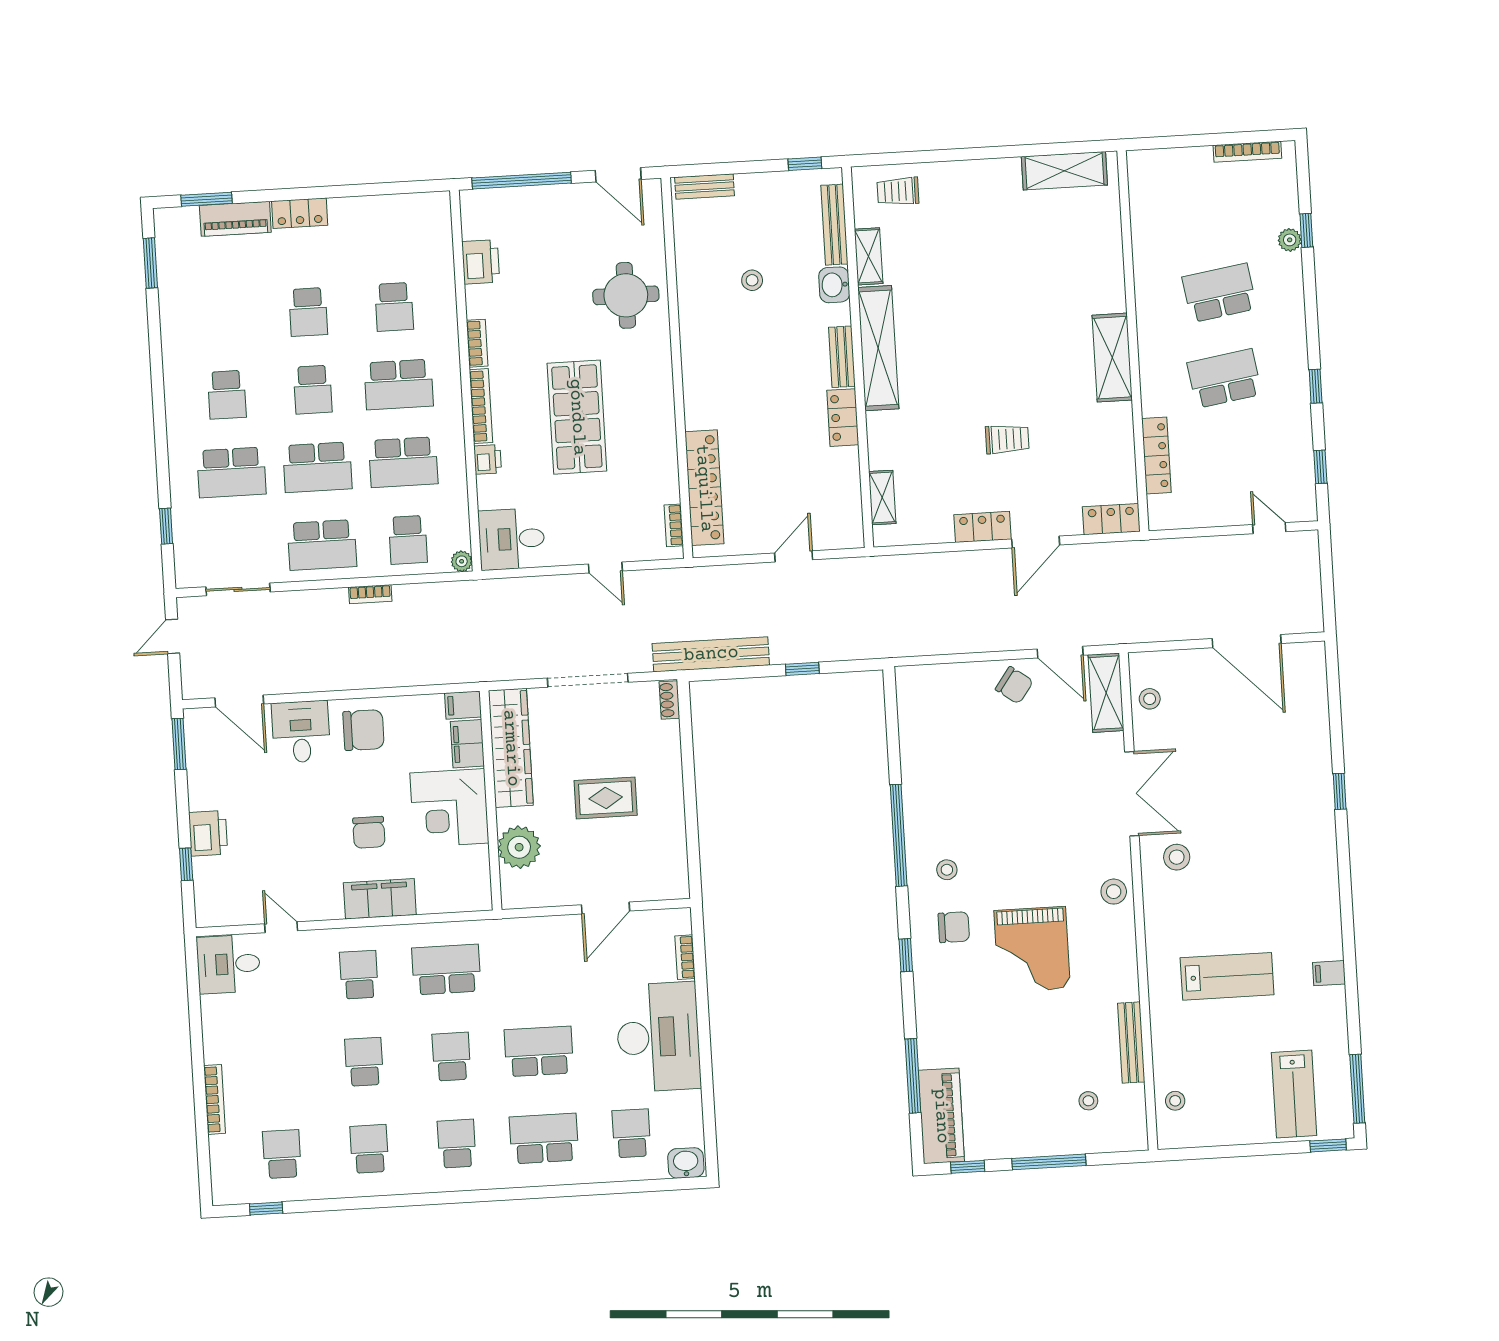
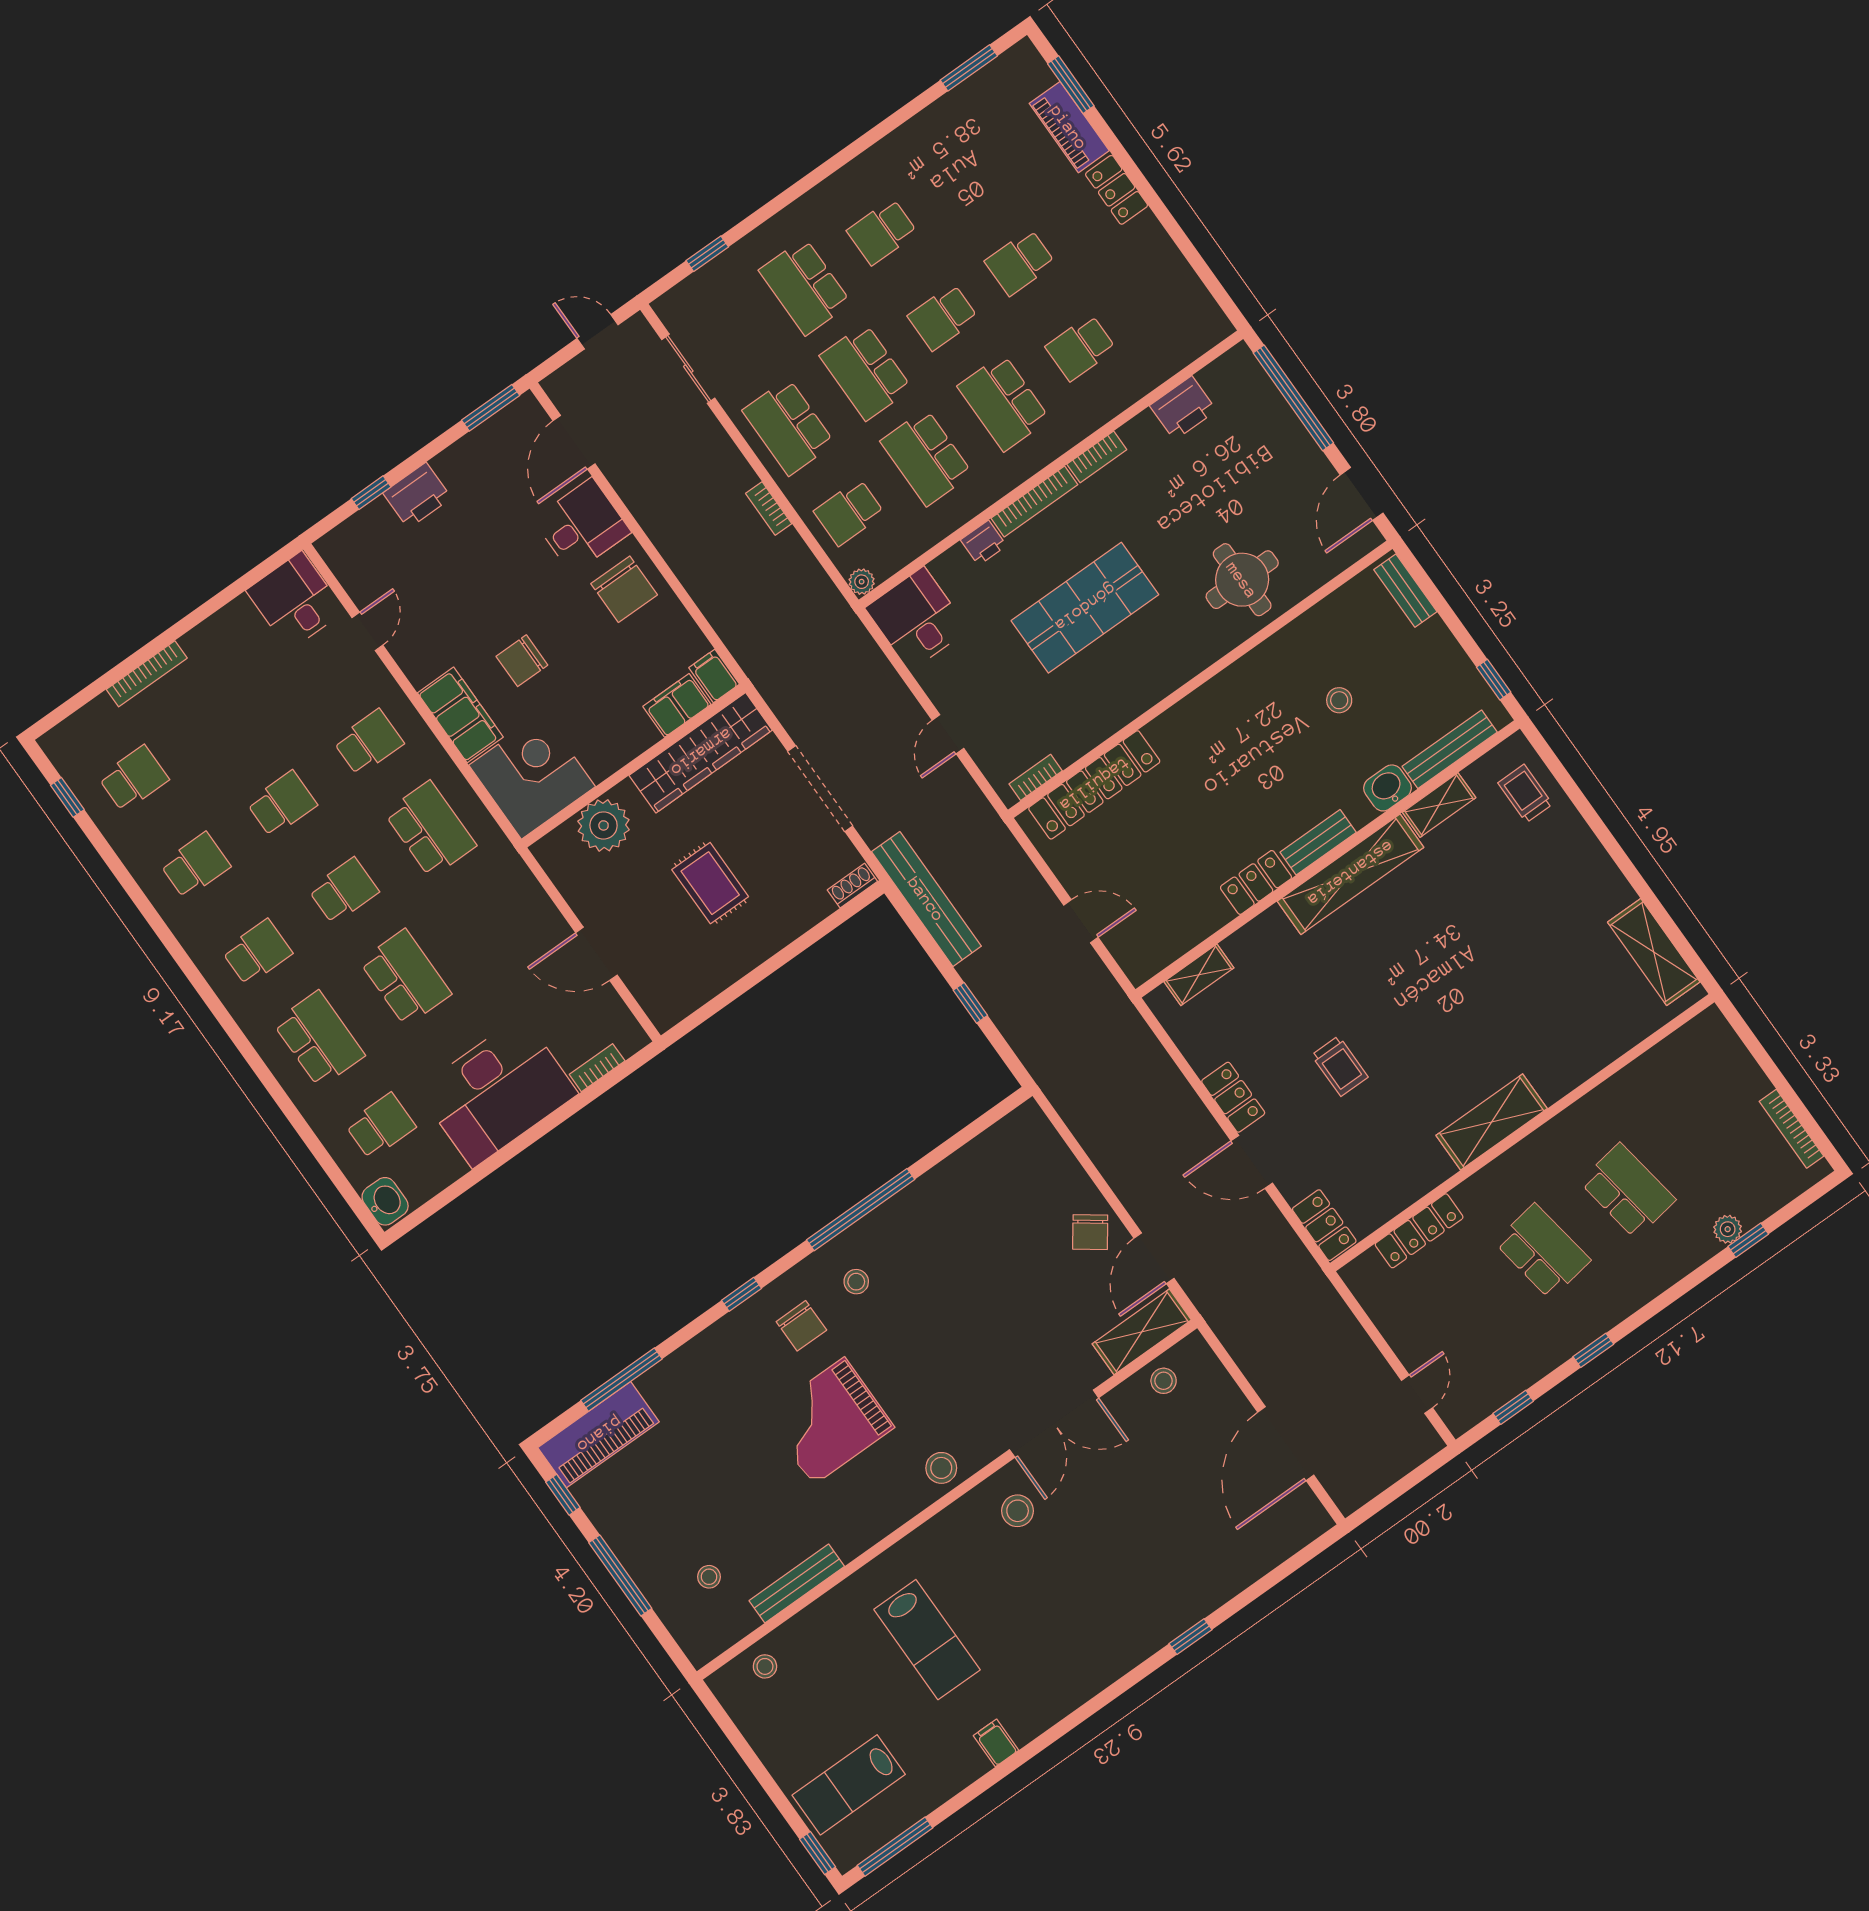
corner desk: (449, 808) -> (532, 776), moved, turned 90

